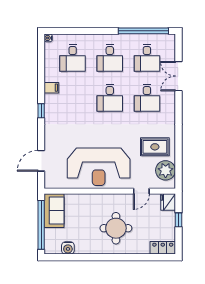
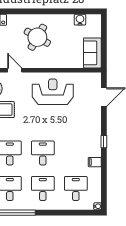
reception desk: (99, 167) -> (53, 92), width x0.74, depth x0.77
door: (141, 191) -> (15, 70), hinge flipped
window: (41, 225) -> (104, 40), removed
round table: (116, 228) -> (37, 37), turned 30

